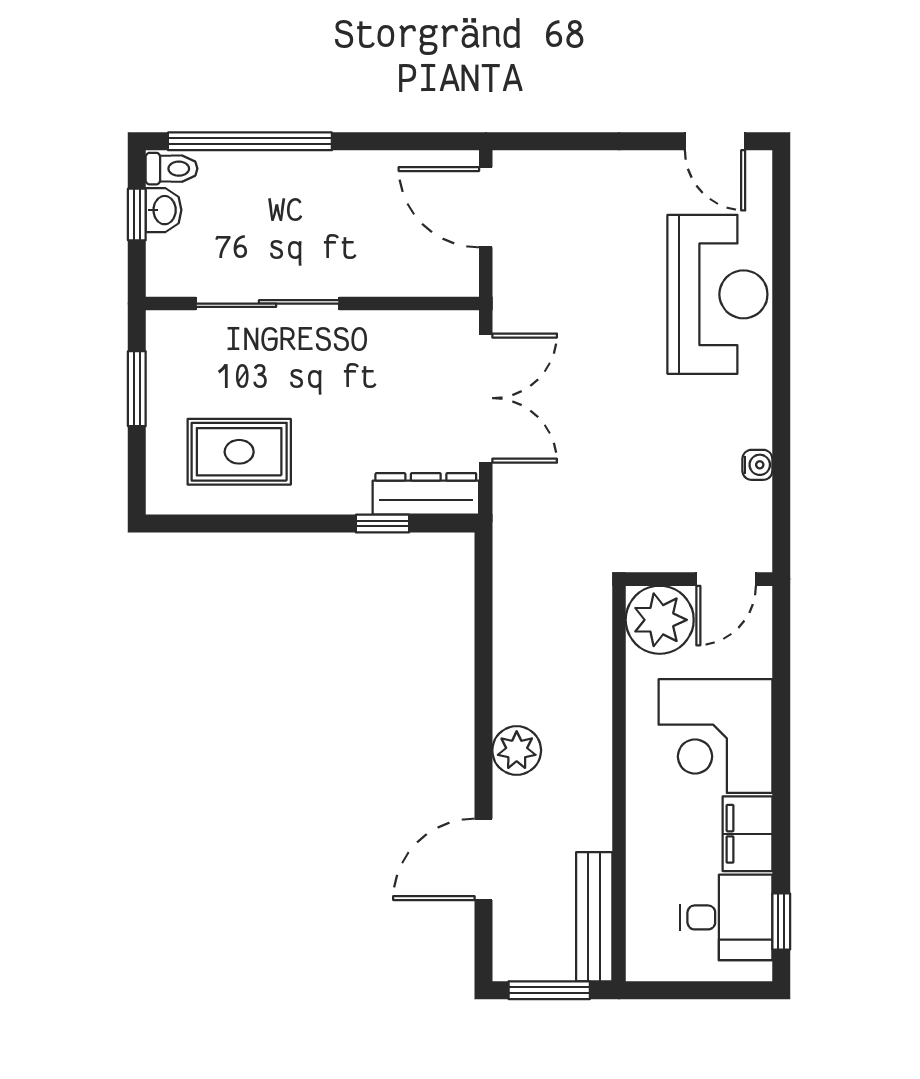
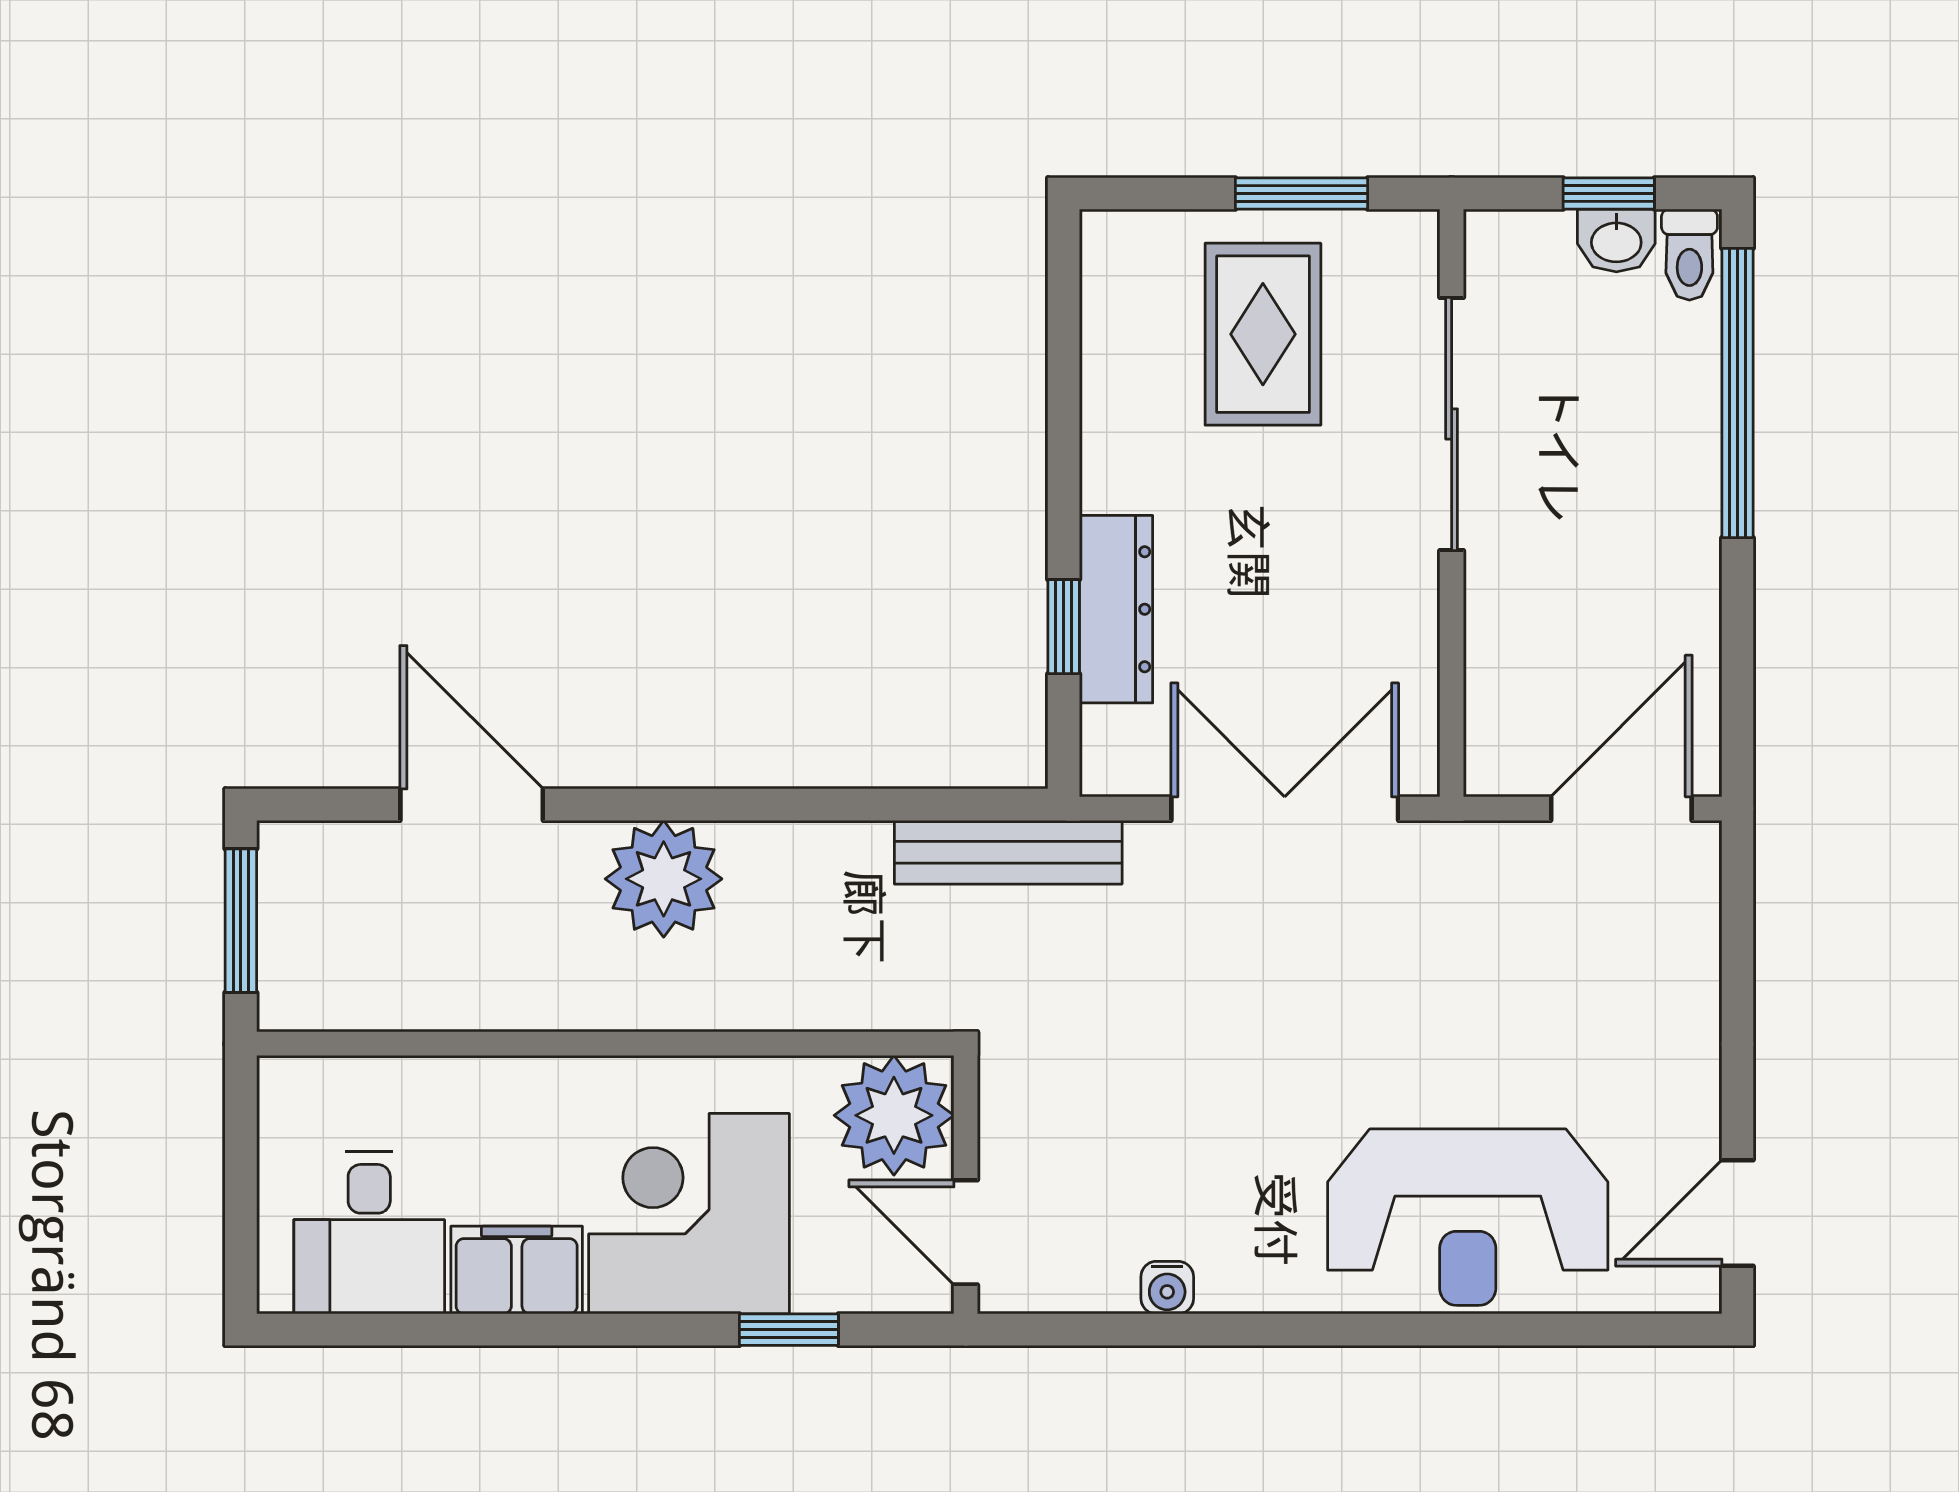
double door: (486, 398) -> (1285, 809), swing flipped
rug: (239, 452) -> (1263, 334), moved
dresser: (426, 494) -> (1116, 609), moved
plant: (517, 750) -> (664, 879), width x1.36, depth x1.36
bench: (594, 917) -> (1008, 852), moved
window: (781, 922) -> (789, 1330), moved

